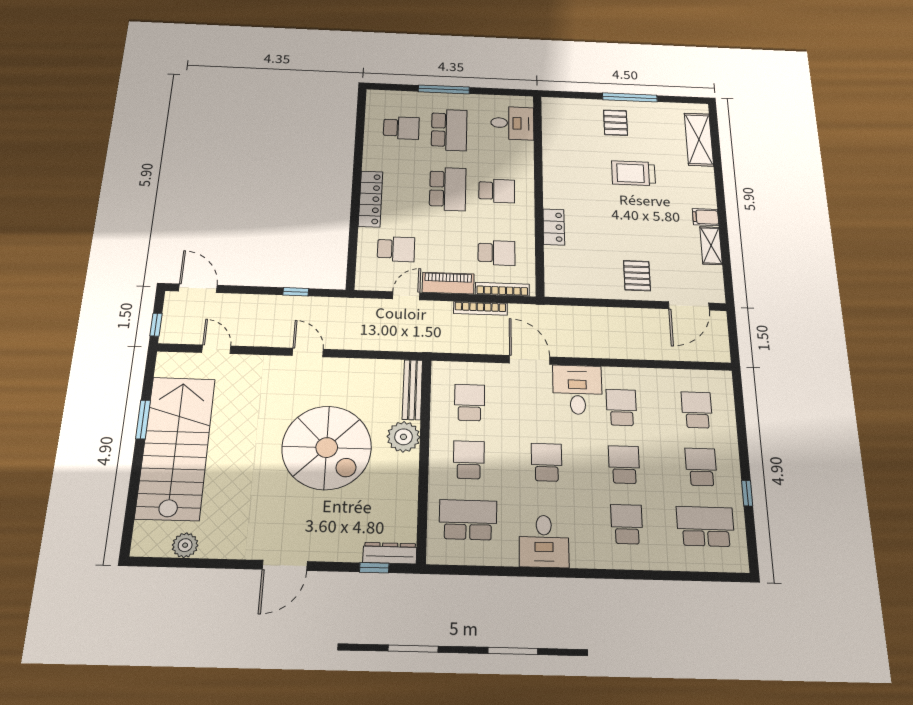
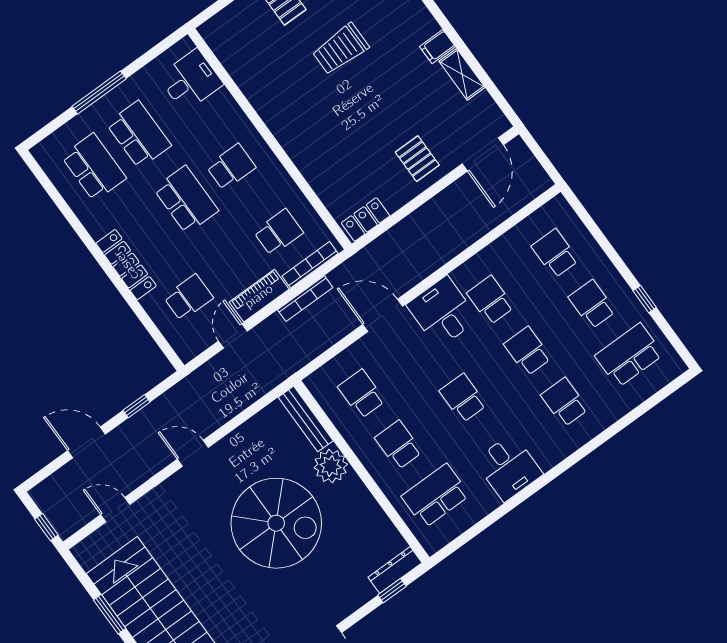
school desk: (401, 128) -> (94, 167), width x1.85
locker: (554, 227) -> (365, 219), moved, turned -90
door: (198, 288) -> (86, 442), moved

